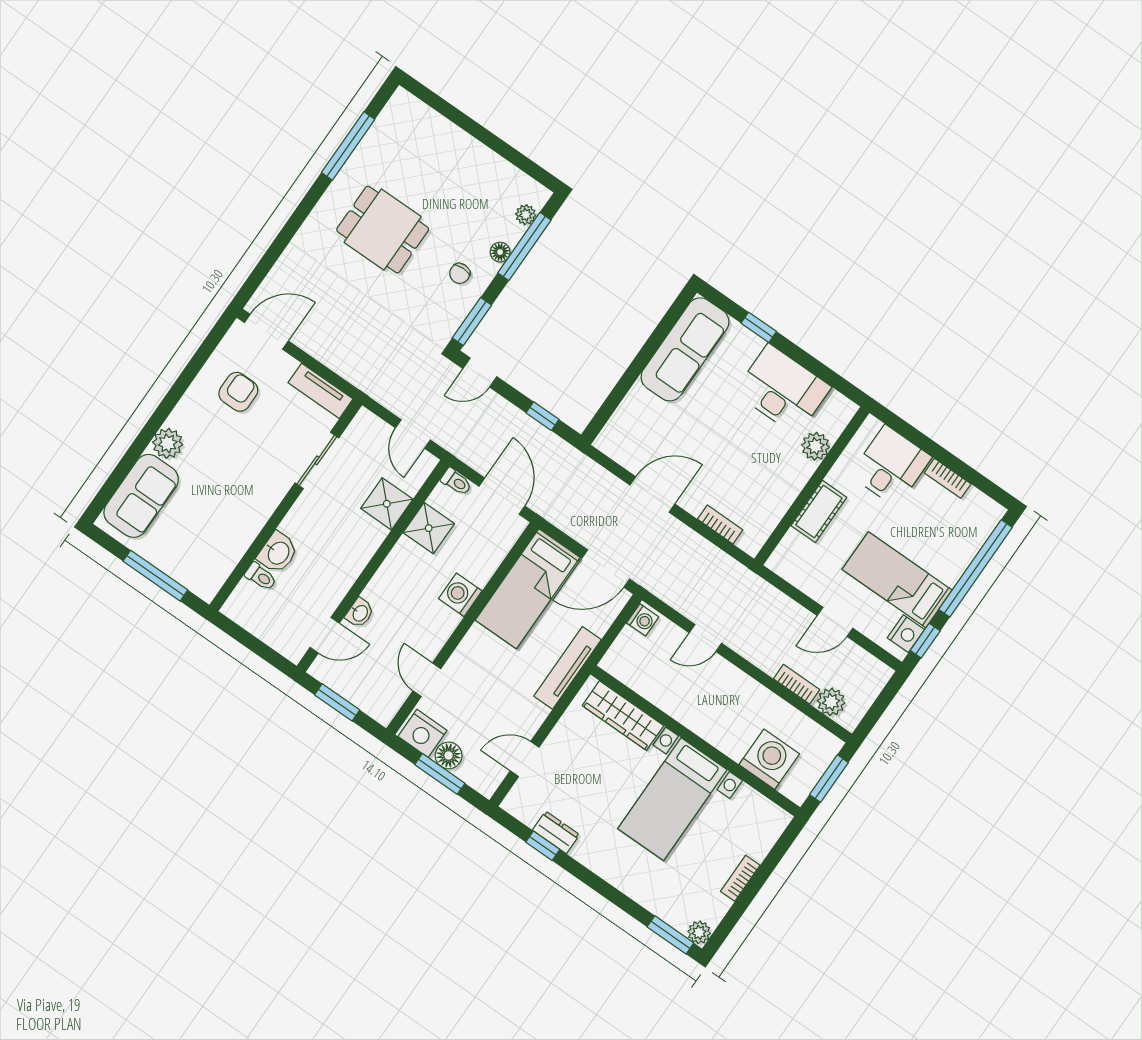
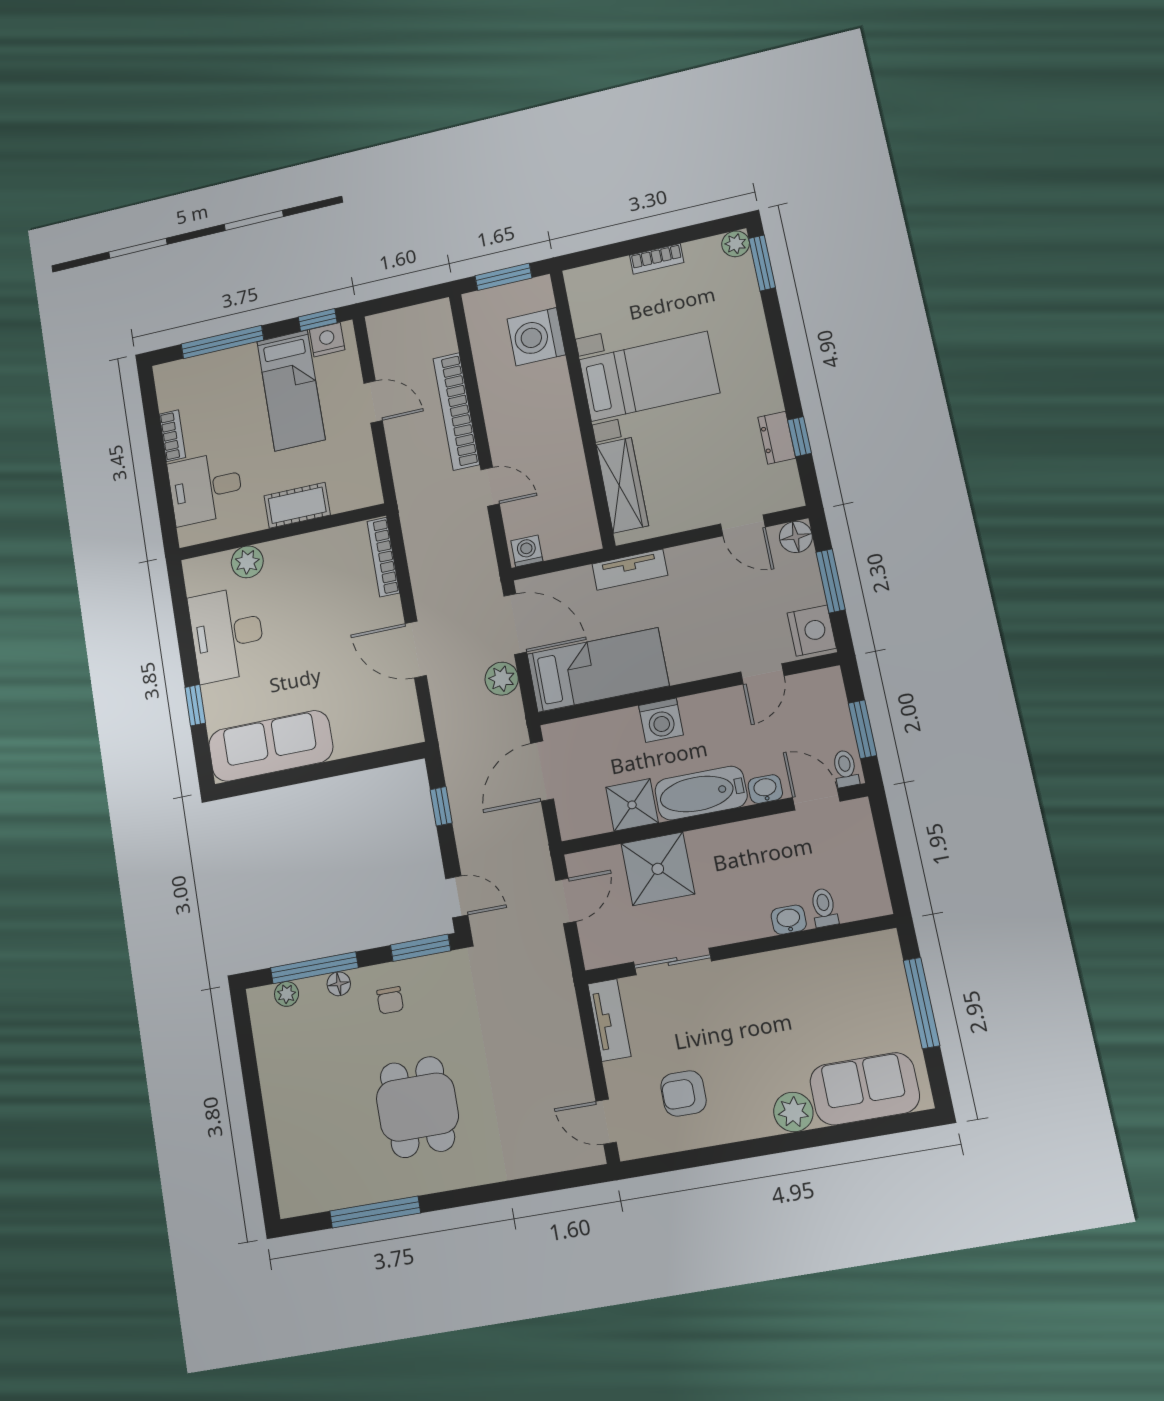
chair: (460, 273) -> (390, 1000), turned 90
door: (266, 332) -> (606, 1122), width x0.73
toilet: (456, 482) -> (845, 769), moved
shower: (387, 504) -> (658, 869), width x1.36, depth x1.36
bookcase: (720, 524) -> (383, 557), width x1.56
washbasin: (278, 553) -> (789, 920), width x0.72, depth x0.69
window: (976, 568) -> (222, 342), width x0.68
bathtub: (395, 574) -> (701, 793), added
tv unit: (567, 668) -> (630, 570), width x0.71
bookcase: (797, 684) -> (456, 411), width x2.31, depth x1.31
plant: (831, 702) -> (502, 679), moved
floor lamp: (449, 755) -> (796, 537), moved

